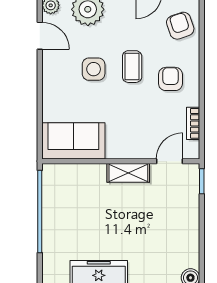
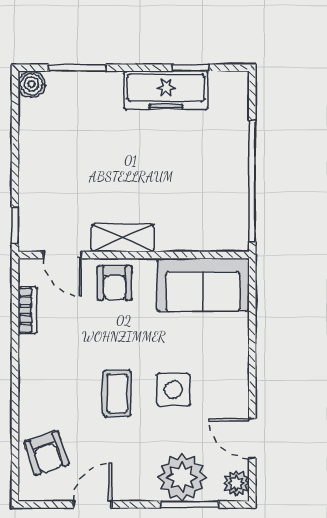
armchair: (170, 79) -> (115, 283), moved
door: (169, 161) -> (62, 255), hinge flipped

